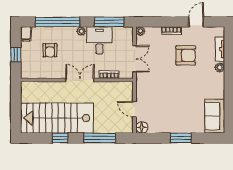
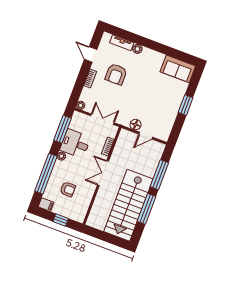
armchair: (186, 55) -> (116, 74), turned 180
floor lamp: (142, 127) -> (136, 125), moved
window: (60, 138) -> (147, 209), width x2.17

